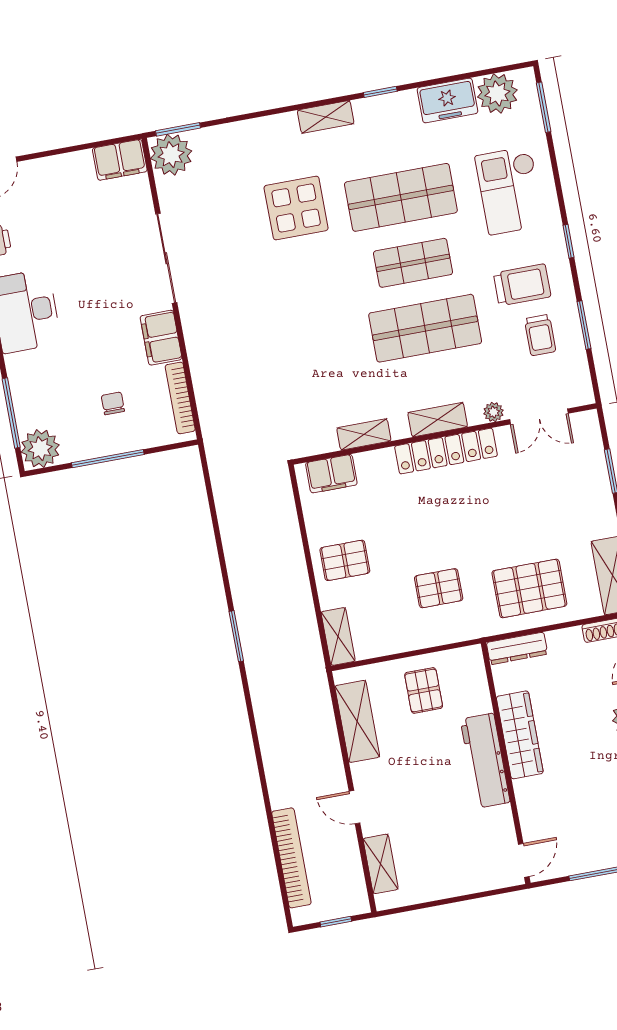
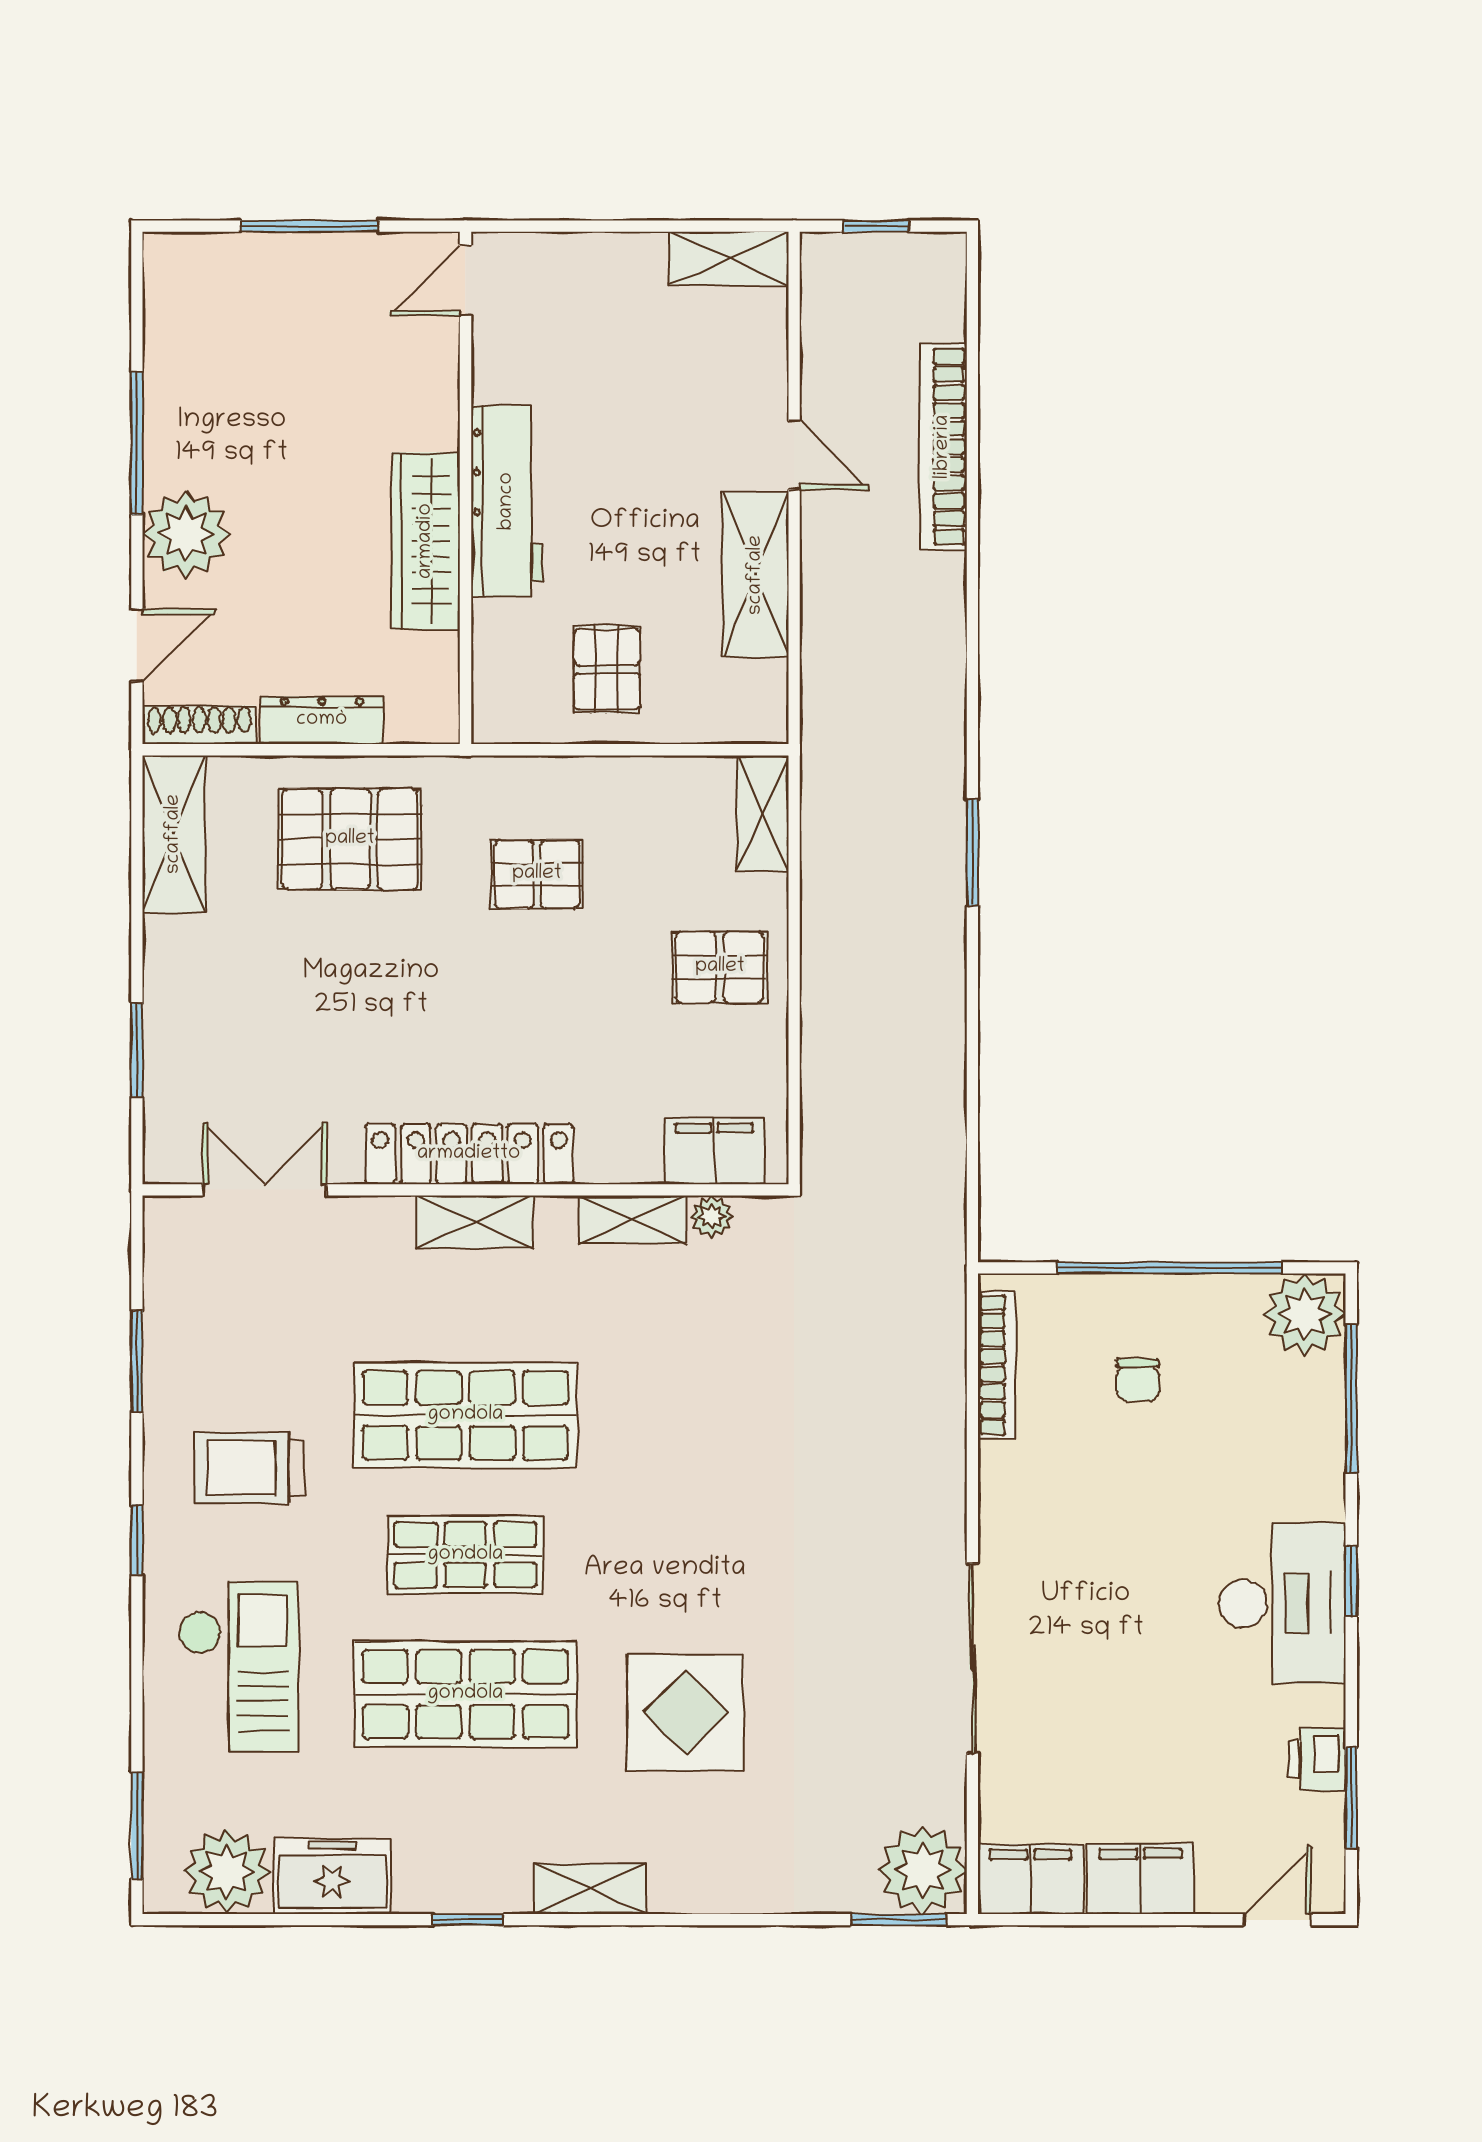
trolley: (540, 335) -> (231, 1357), removed
filing cabinet: (161, 338) -> (1141, 1879), moved, turned -90
plant: (494, 412) -> (712, 1216), moved
window: (108, 459) -> (1169, 1268), width x1.46
dresser: (517, 648) -> (322, 720), moved
shelving: (357, 721) -> (756, 575), moved
bookcase: (291, 858) -> (943, 447), moved
shelving: (381, 864) -> (729, 258), moved, turned 90

